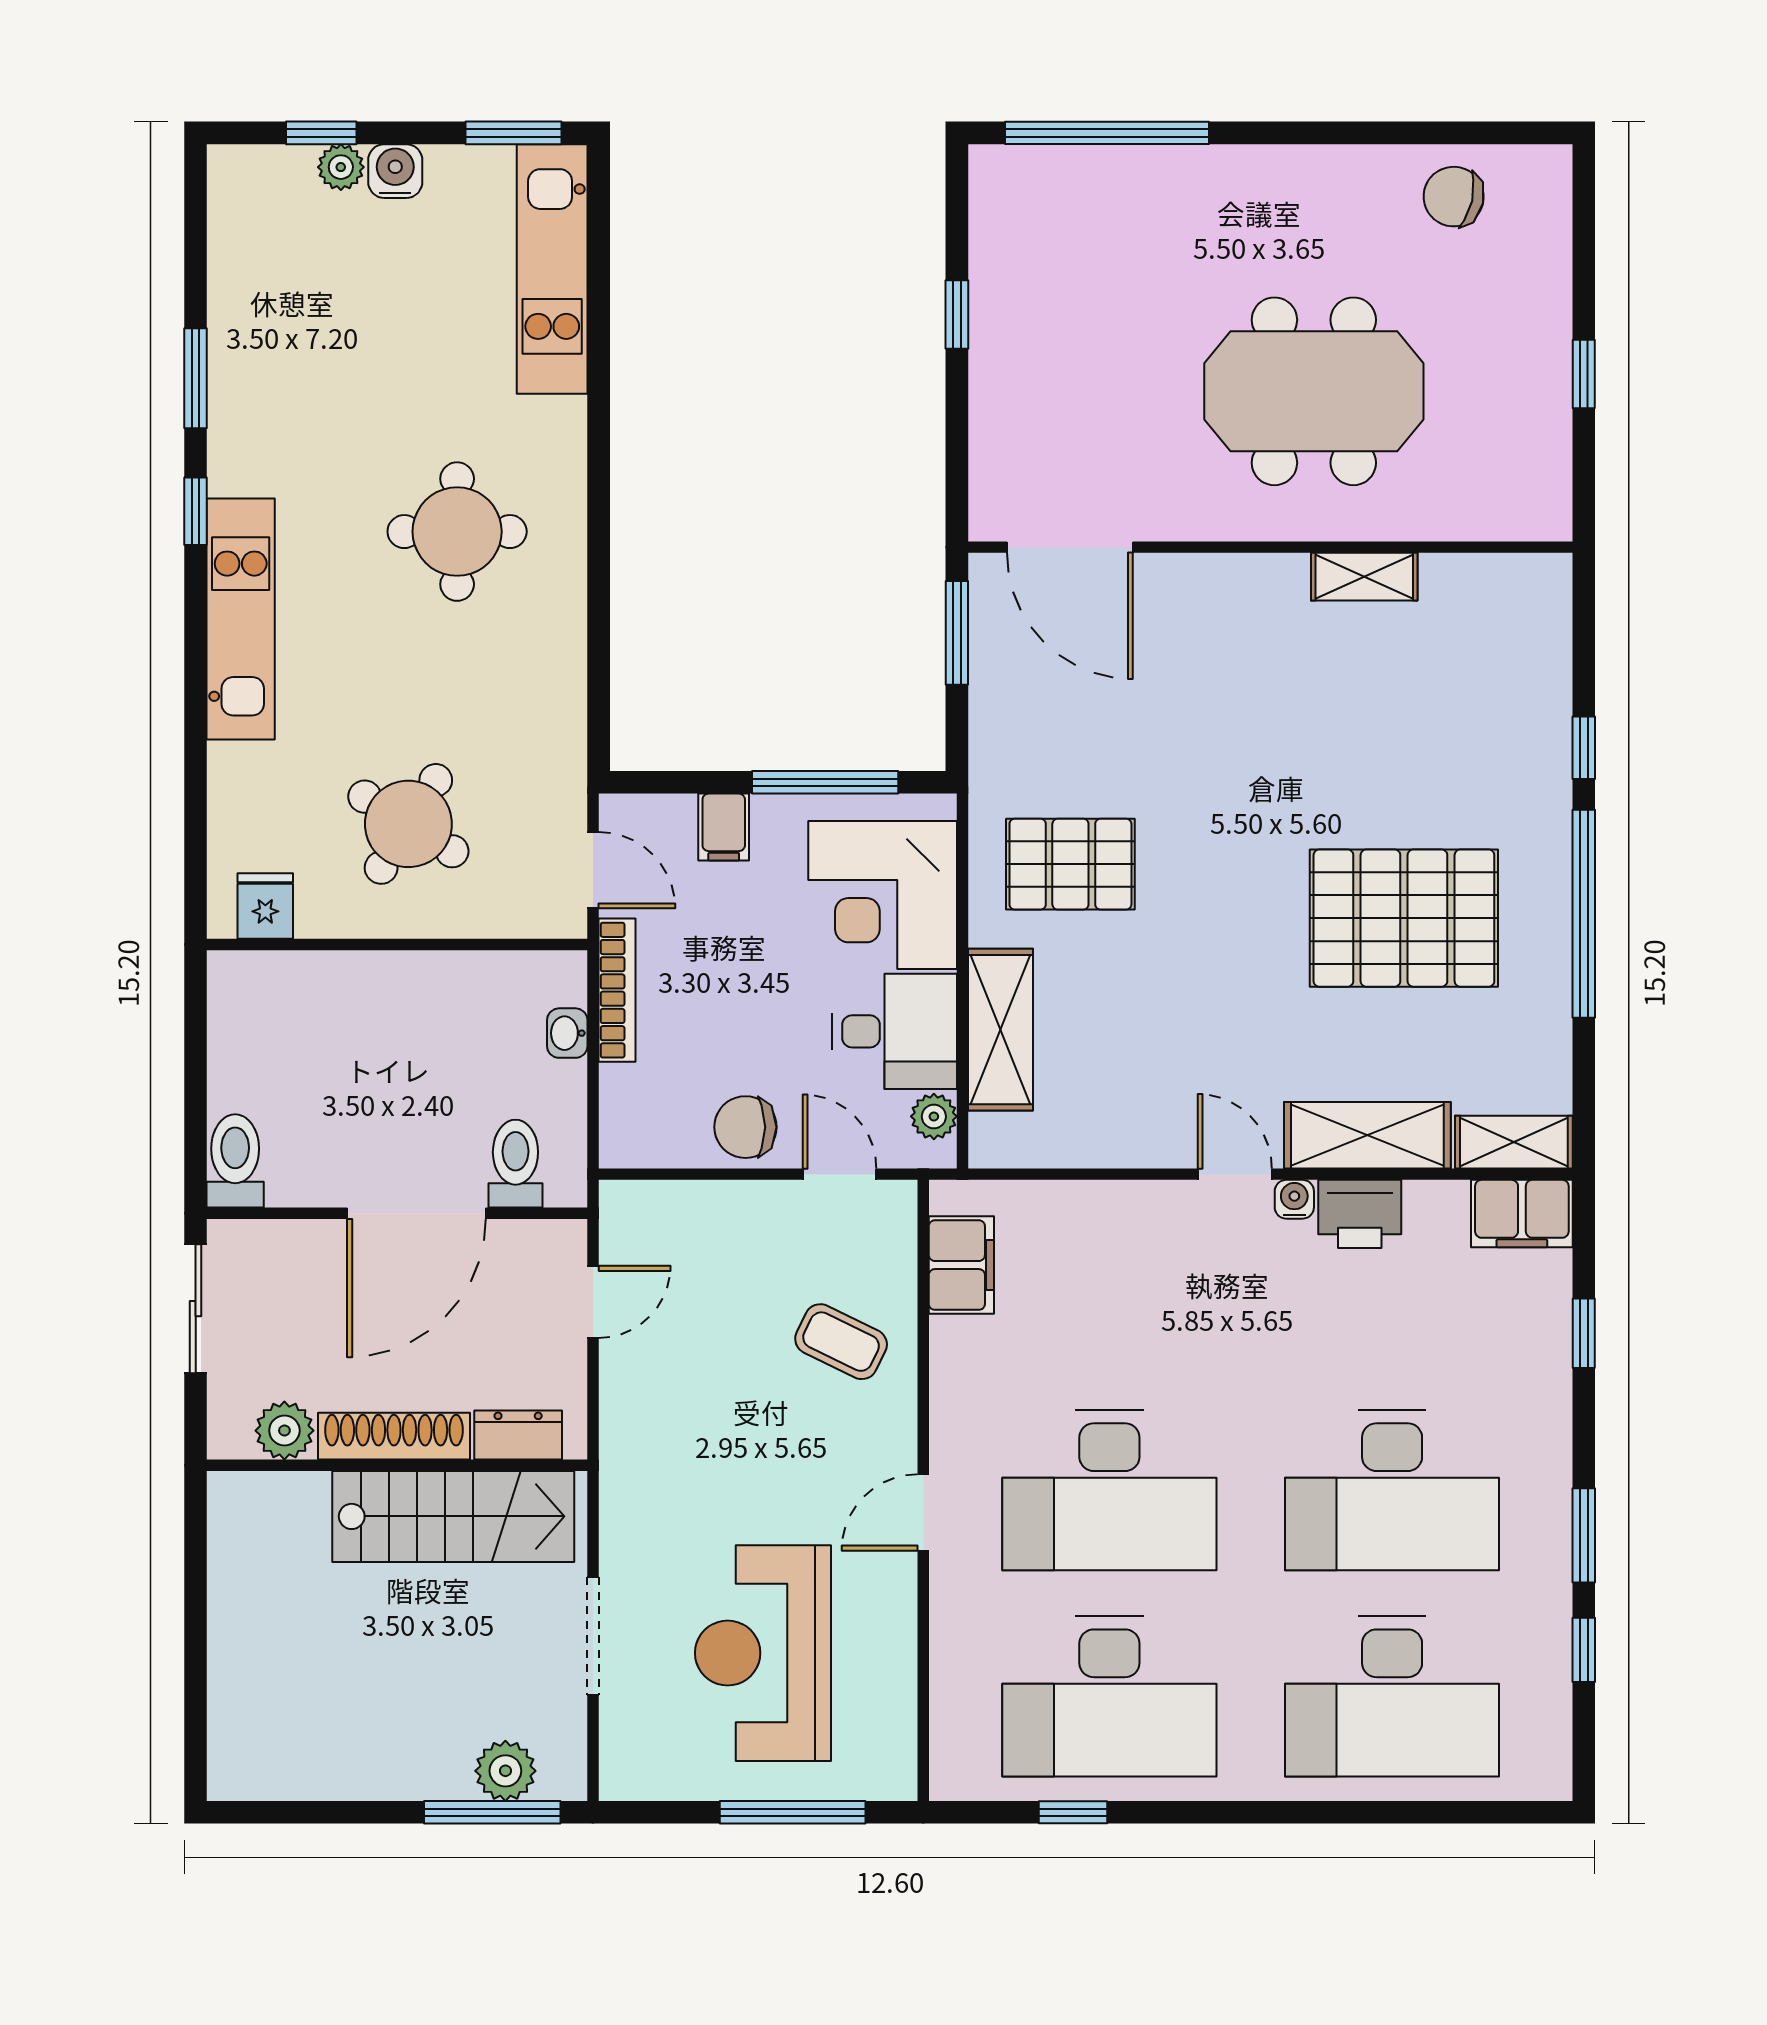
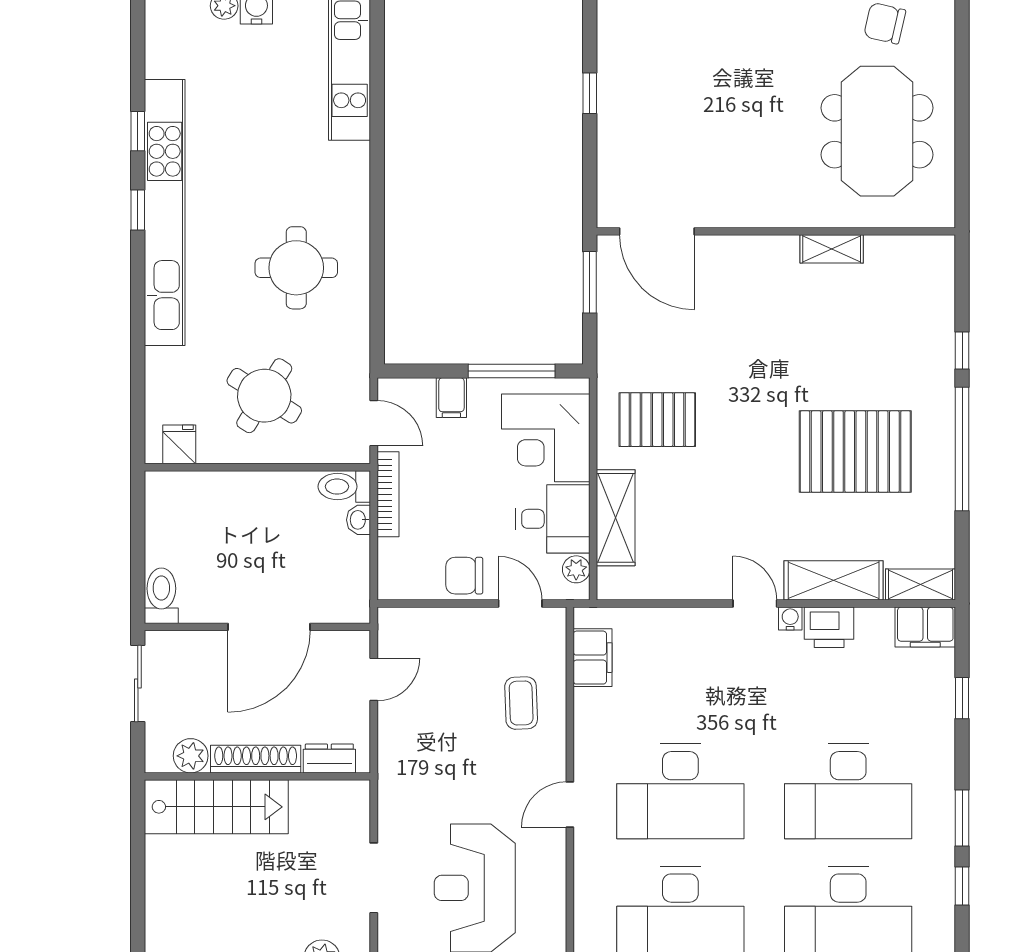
window: (1584, 374) -> (962, 129), removed
window: (196, 378) -> (138, 131), width x0.67
meeting table: (1314, 391) -> (877, 131), moved, turned 90
round table: (457, 532) -> (296, 268), moved
kitchen unit: (241, 619) -> (165, 213), width x1.86
toilet: (515, 1164) -> (344, 487), moved, turned -90
coffee table: (841, 1342) -> (521, 703), turned 62
stairs: (453, 1516) -> (216, 807), moved

